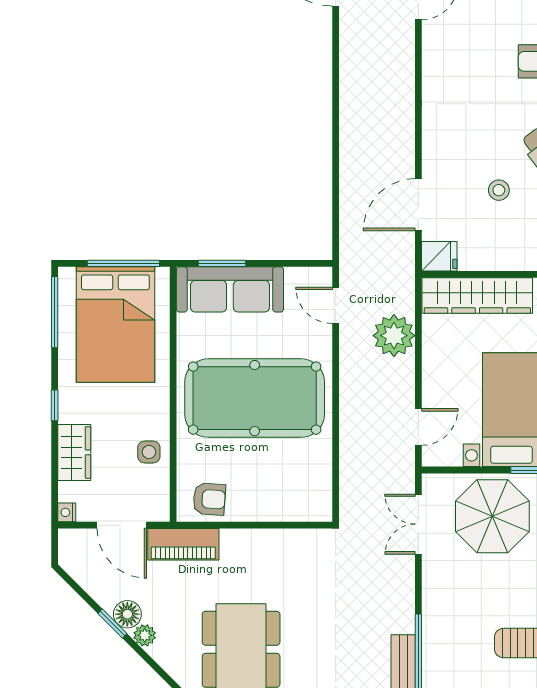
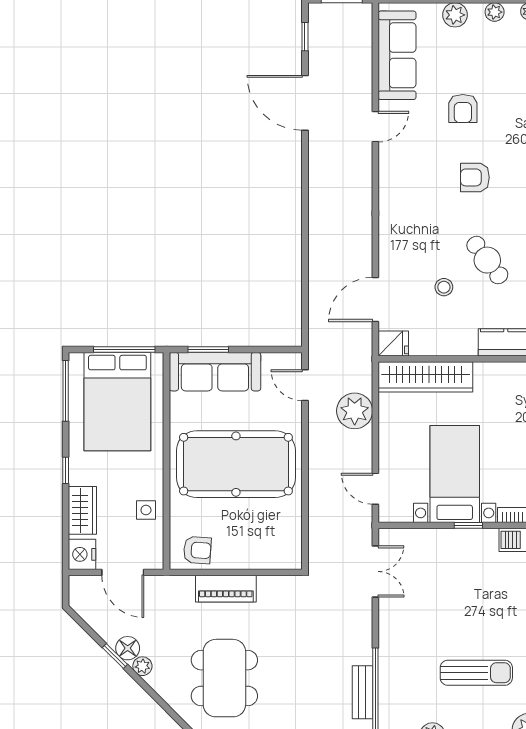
door: (418, 427) -> (375, 489), swing flipped
nightstand: (67, 512) -> (82, 554), width x1.89, depth x1.79
parasol: (492, 516) -> (438, 565), removed
double door: (418, 524) -> (375, 571), swing flipped
piano: (183, 544) -> (226, 589), moved

